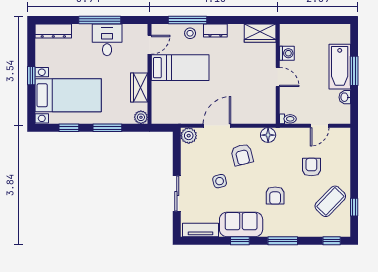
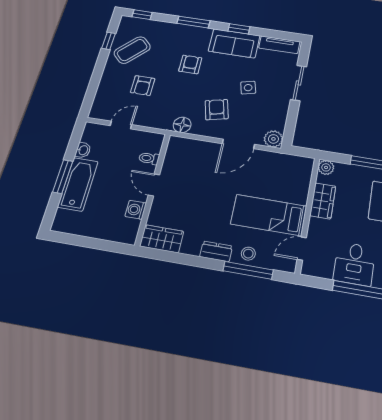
toilet: (288, 119) -> (149, 158), moved

